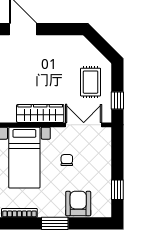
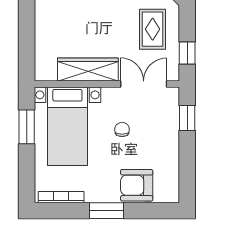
window: (117, 190) -> (187, 118), moved
armchair: (78, 204) -> (137, 185), turned -90

